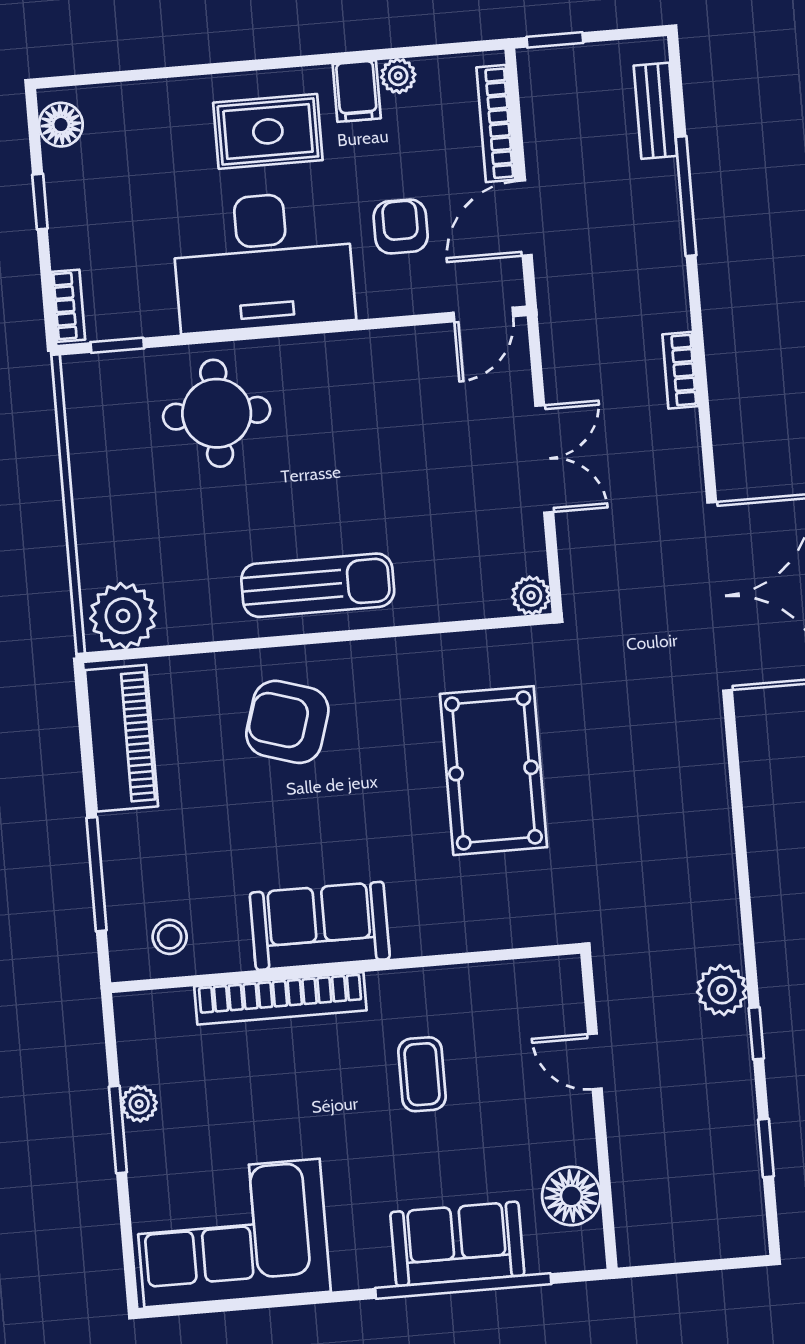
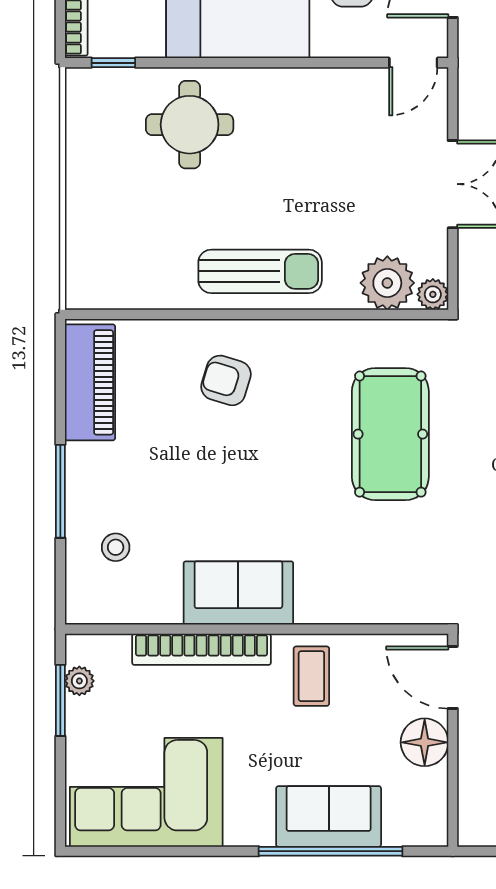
plant: (123, 616) -> (387, 283), moved
armchair: (287, 722) -> (226, 380), width x0.72, depth x0.72
sofa: (320, 926) -> (238, 593), moved
wall: (346, 968) -> (257, 629), moved
bookcase: (280, 998) -> (201, 649), moved
door: (595, 1061) -> (453, 677), width x1.38
floor lamp: (571, 1196) -> (425, 742), moved

